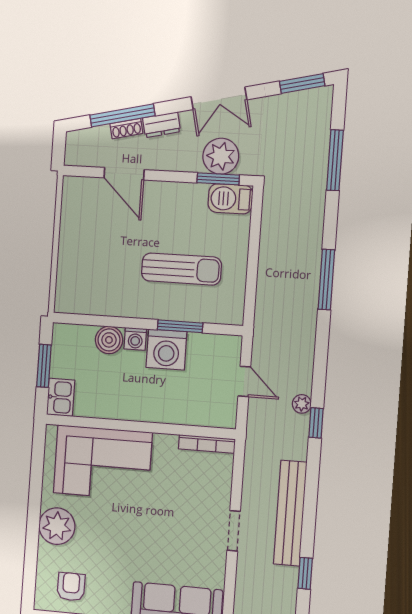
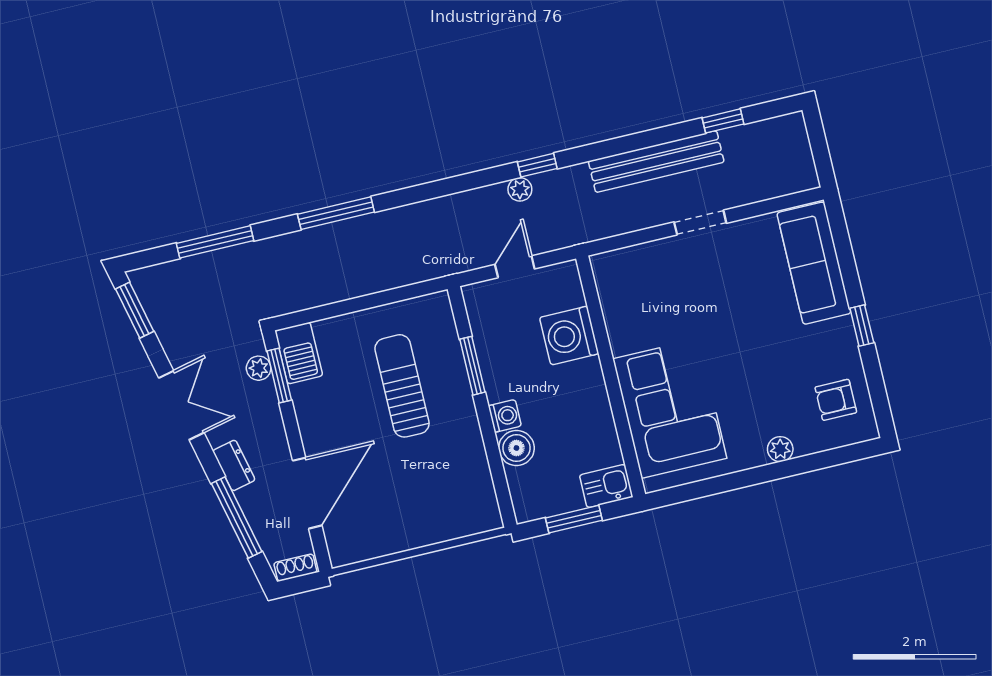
shoe rack: (126, 129) -> (295, 568), moved, turned -77
plant: (221, 156) -> (259, 368), width x0.53, depth x0.53
door: (124, 174) -> (307, 493), width x1.36
window: (326, 280) -> (336, 213), moved
washing machine: (166, 350) -> (569, 336), moved, turned 180
bookcase: (207, 444) -> (605, 288), removed
plant: (57, 526) -> (780, 449), width x0.53, depth x0.53

